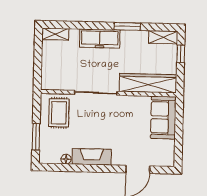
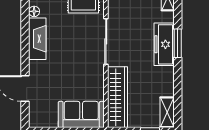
window: (127, 26) -> (178, 43), moved

